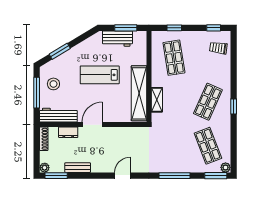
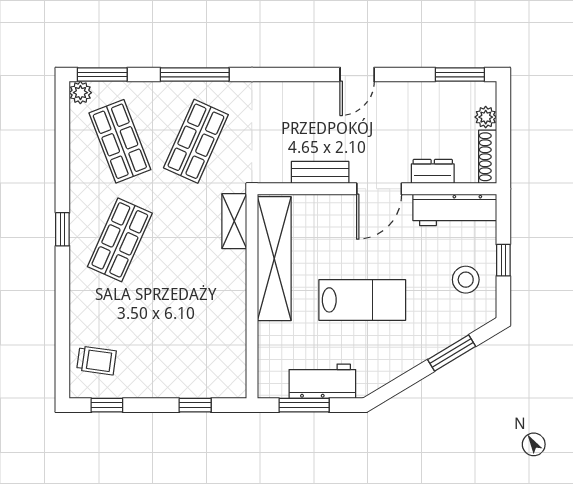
shop shelf: (174, 58) -> (196, 141), moved, turned 33
window: (37, 93) -> (503, 260), width x0.46
shelving: (157, 100) -> (234, 221), moved
plant: (45, 168) -> (486, 117), moved
bench: (78, 168) -> (320, 172), moved
door: (122, 176) -> (357, 75), moved

